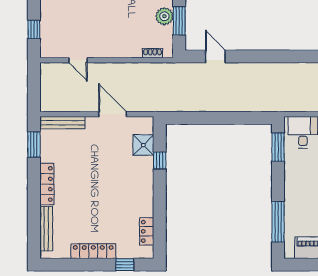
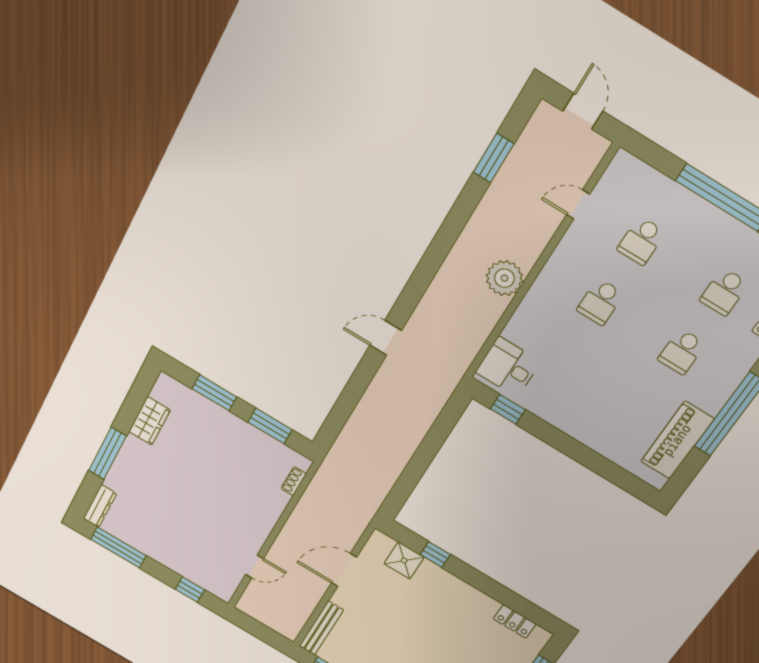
plant: (164, 16) -> (254, 439), removed
door: (215, 56) -> (386, 338), moved
window: (278, 147) -> (508, 409), width x0.67
window: (278, 222) -> (607, 469), removed

